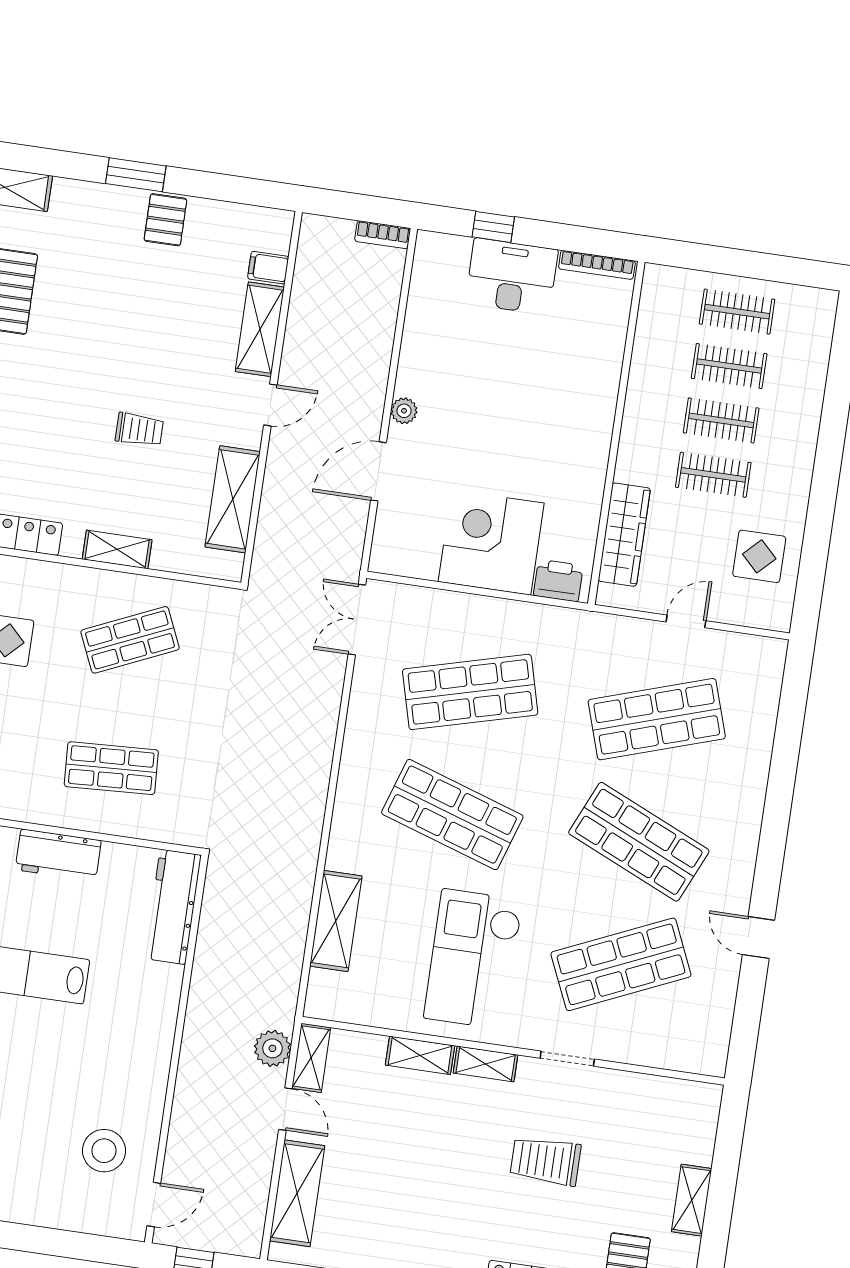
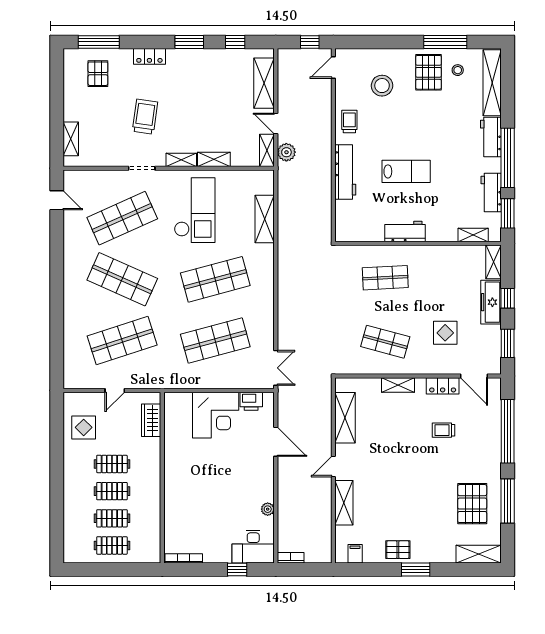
pallet: (165, 220) -> (398, 550), turned 90
filing cabinet: (268, 268) -> (355, 554), moved, turned -90
desk: (512, 276) -> (253, 547), moved
plant: (404, 411) -> (268, 509), moved
trolley: (139, 430) -> (444, 430), moved
door: (378, 471) -> (276, 442), hinge flipped
wardrobe: (624, 535) -> (151, 420), width x0.67
printer: (558, 581) -> (251, 401), moved
shop shelf: (130, 640) -> (385, 342), turned 39
shop shelf: (452, 815) -> (215, 279), turned -33
workbench: (173, 907) -> (345, 172), moved
door: (759, 937) -> (57, 200), moved
trolley: (137, 1092) -> (349, 121), added
stool: (104, 1151) -> (382, 86), moved
trolley: (546, 1161) -> (145, 117), turned -82
shelving: (692, 1200) -> (71, 139), moved

